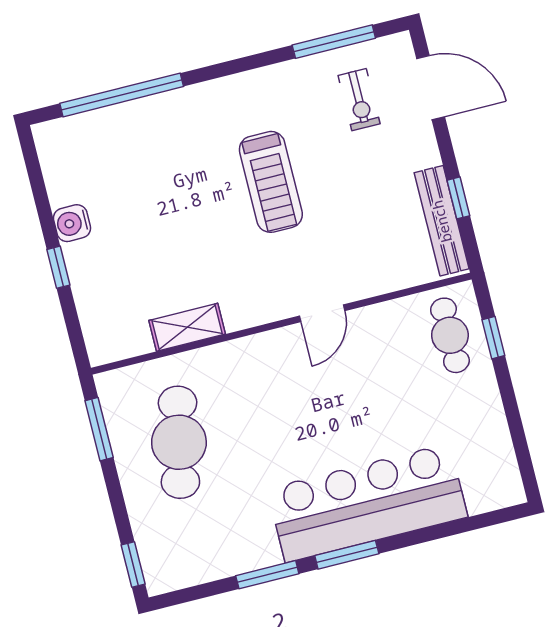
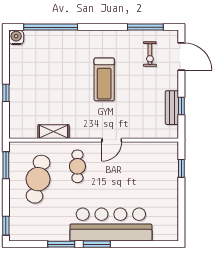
bench: (442, 221) -> (172, 108), width x0.73
water cooler: (72, 223) -> (16, 37), moved, turned 90
cafe table: (450, 335) -> (77, 166), moved

